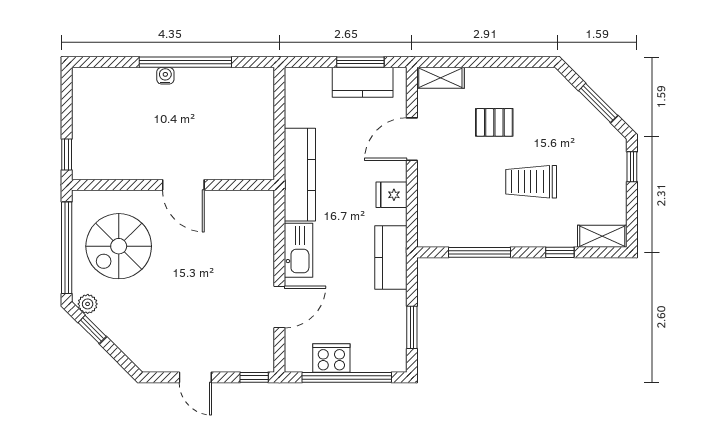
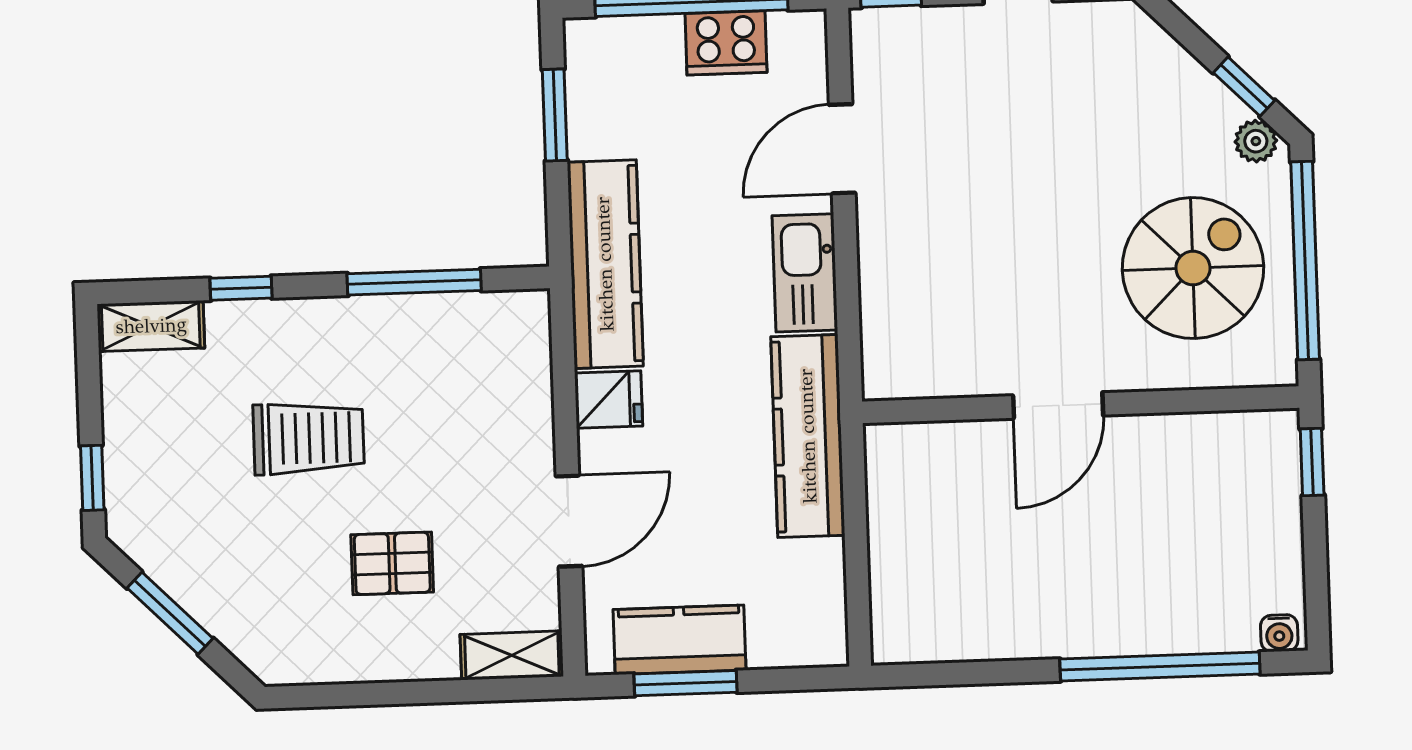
window: (185, 62) -> (1160, 667), moved
water cooler: (165, 76) -> (1279, 633), moved
door: (183, 185) -> (1058, 405), swing flipped
kitchen counter: (391, 258) -> (605, 264), width x1.50

